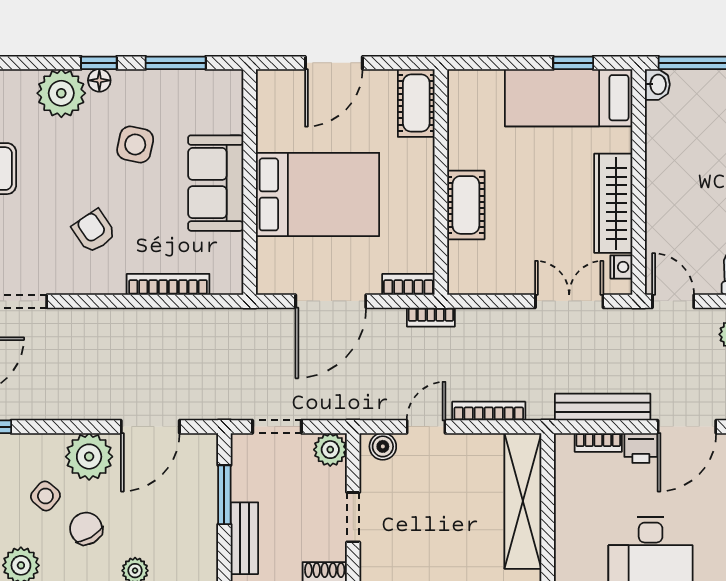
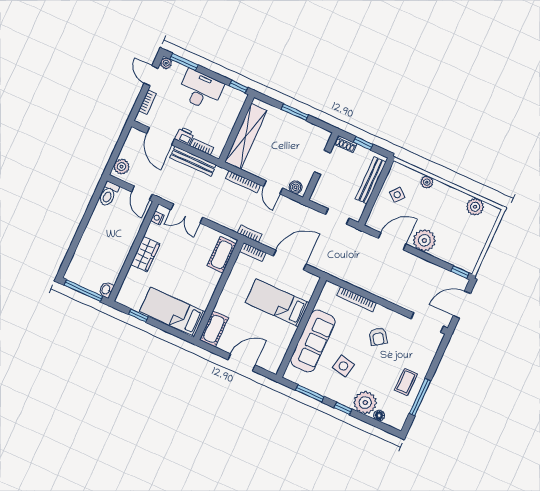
floor lamp: (99, 80) -> (379, 416), moved
bed: (569, 98) -> (172, 312), moved, turned 180
sofa: (216, 183) -> (313, 341), width x1.36
bed: (318, 194) -> (277, 303), width x0.67
wardrobe: (613, 203) -> (145, 254), width x0.67
cot: (466, 205) -> (222, 255), moved
door: (426, 427) -> (273, 187), hinge flipped
door: (687, 427) -> (160, 136), swing flipped
plant: (330, 450) -> (319, 196), removed
window: (224, 495) -> (373, 197), removed
side table: (45, 496) -> (397, 195), moved
chair: (86, 529) -> (440, 210), removed
bench: (244, 538) -> (371, 180), width x1.36

